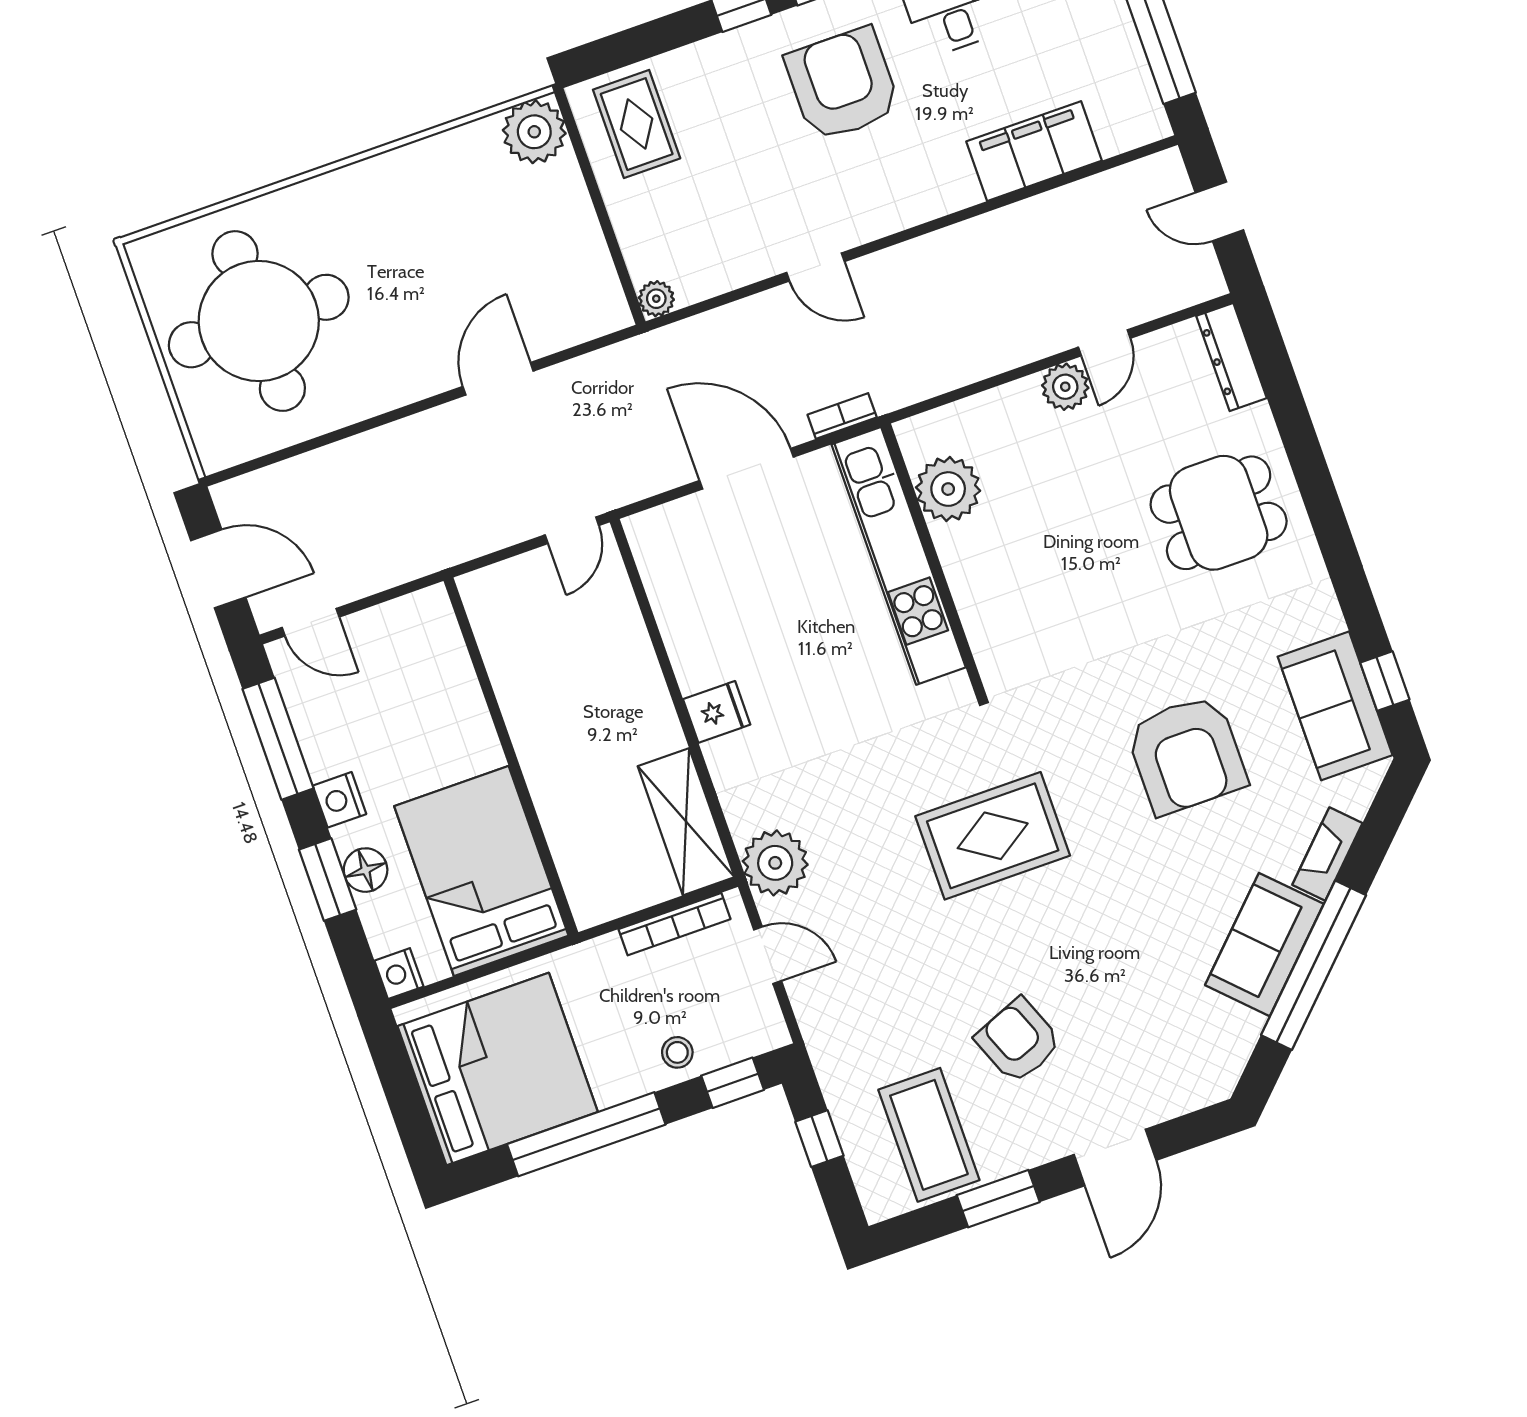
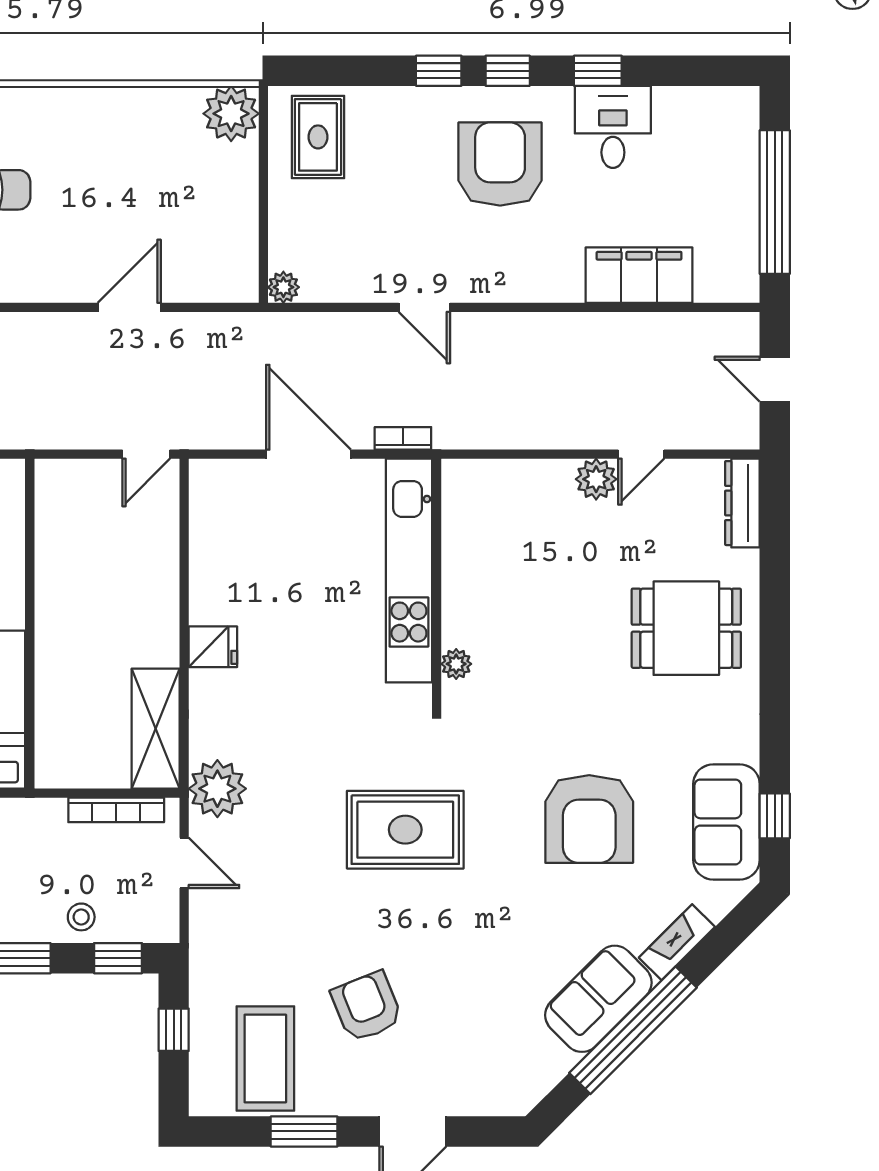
plant: (948, 489) -> (456, 664), moved, width x0.53, depth x0.53

